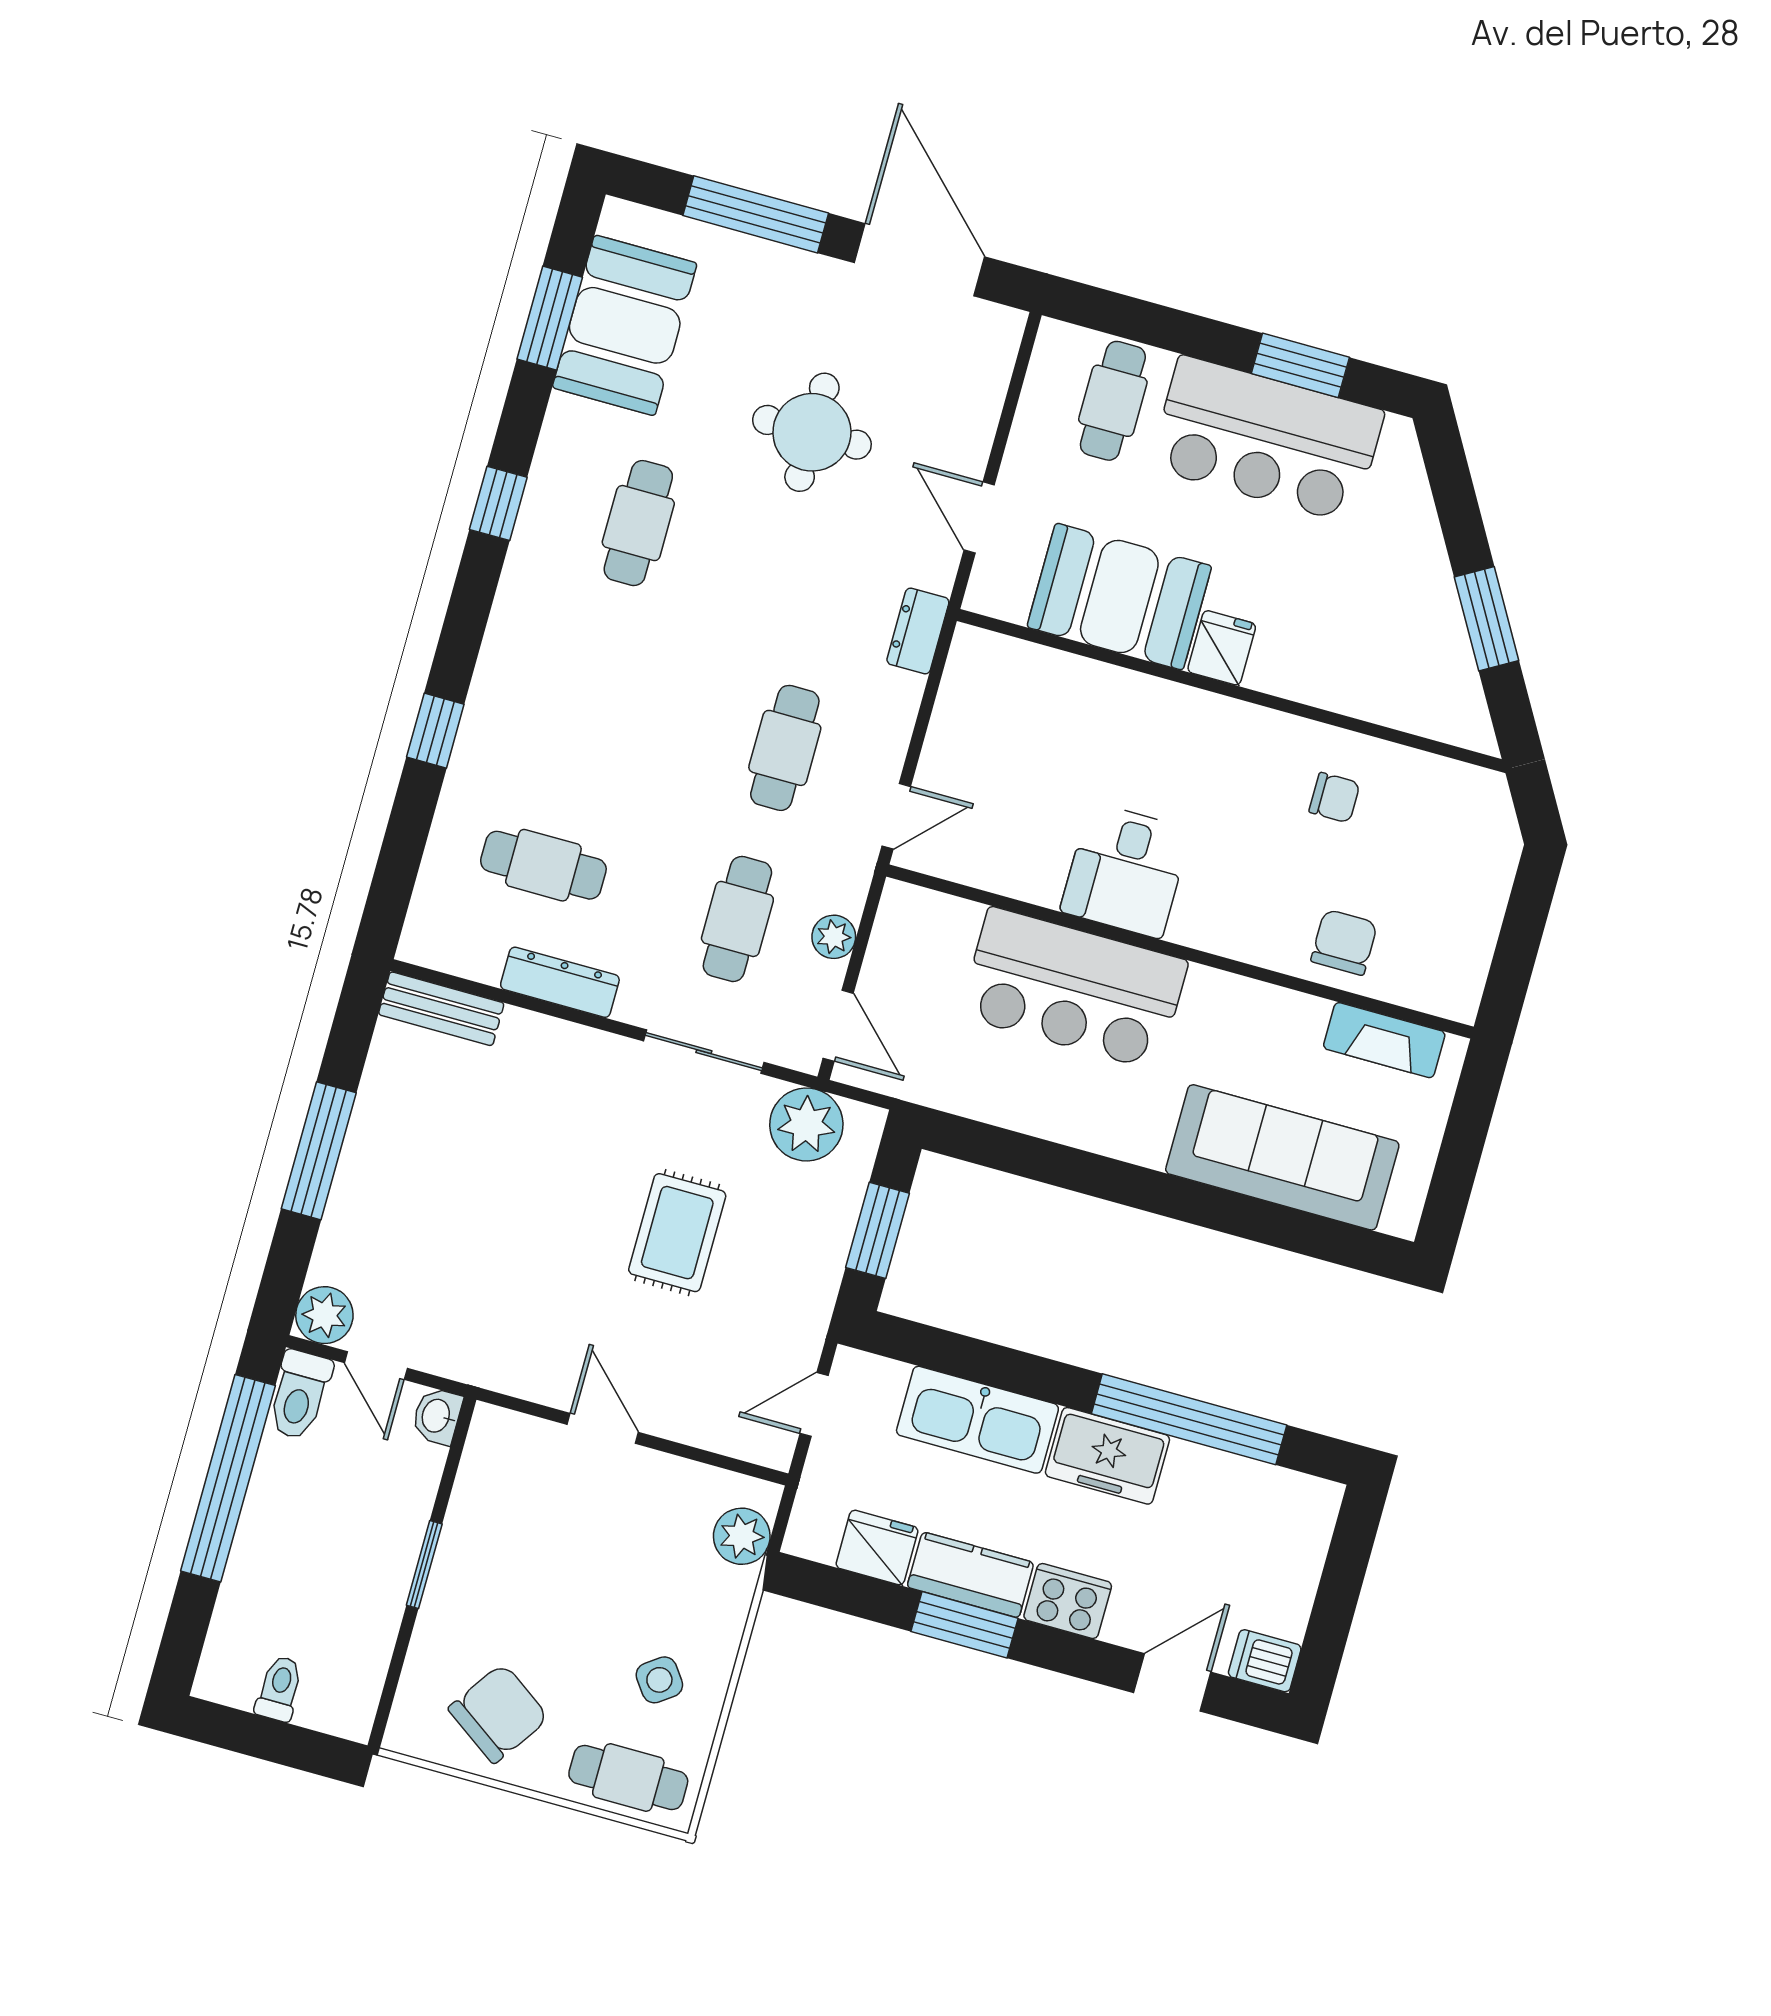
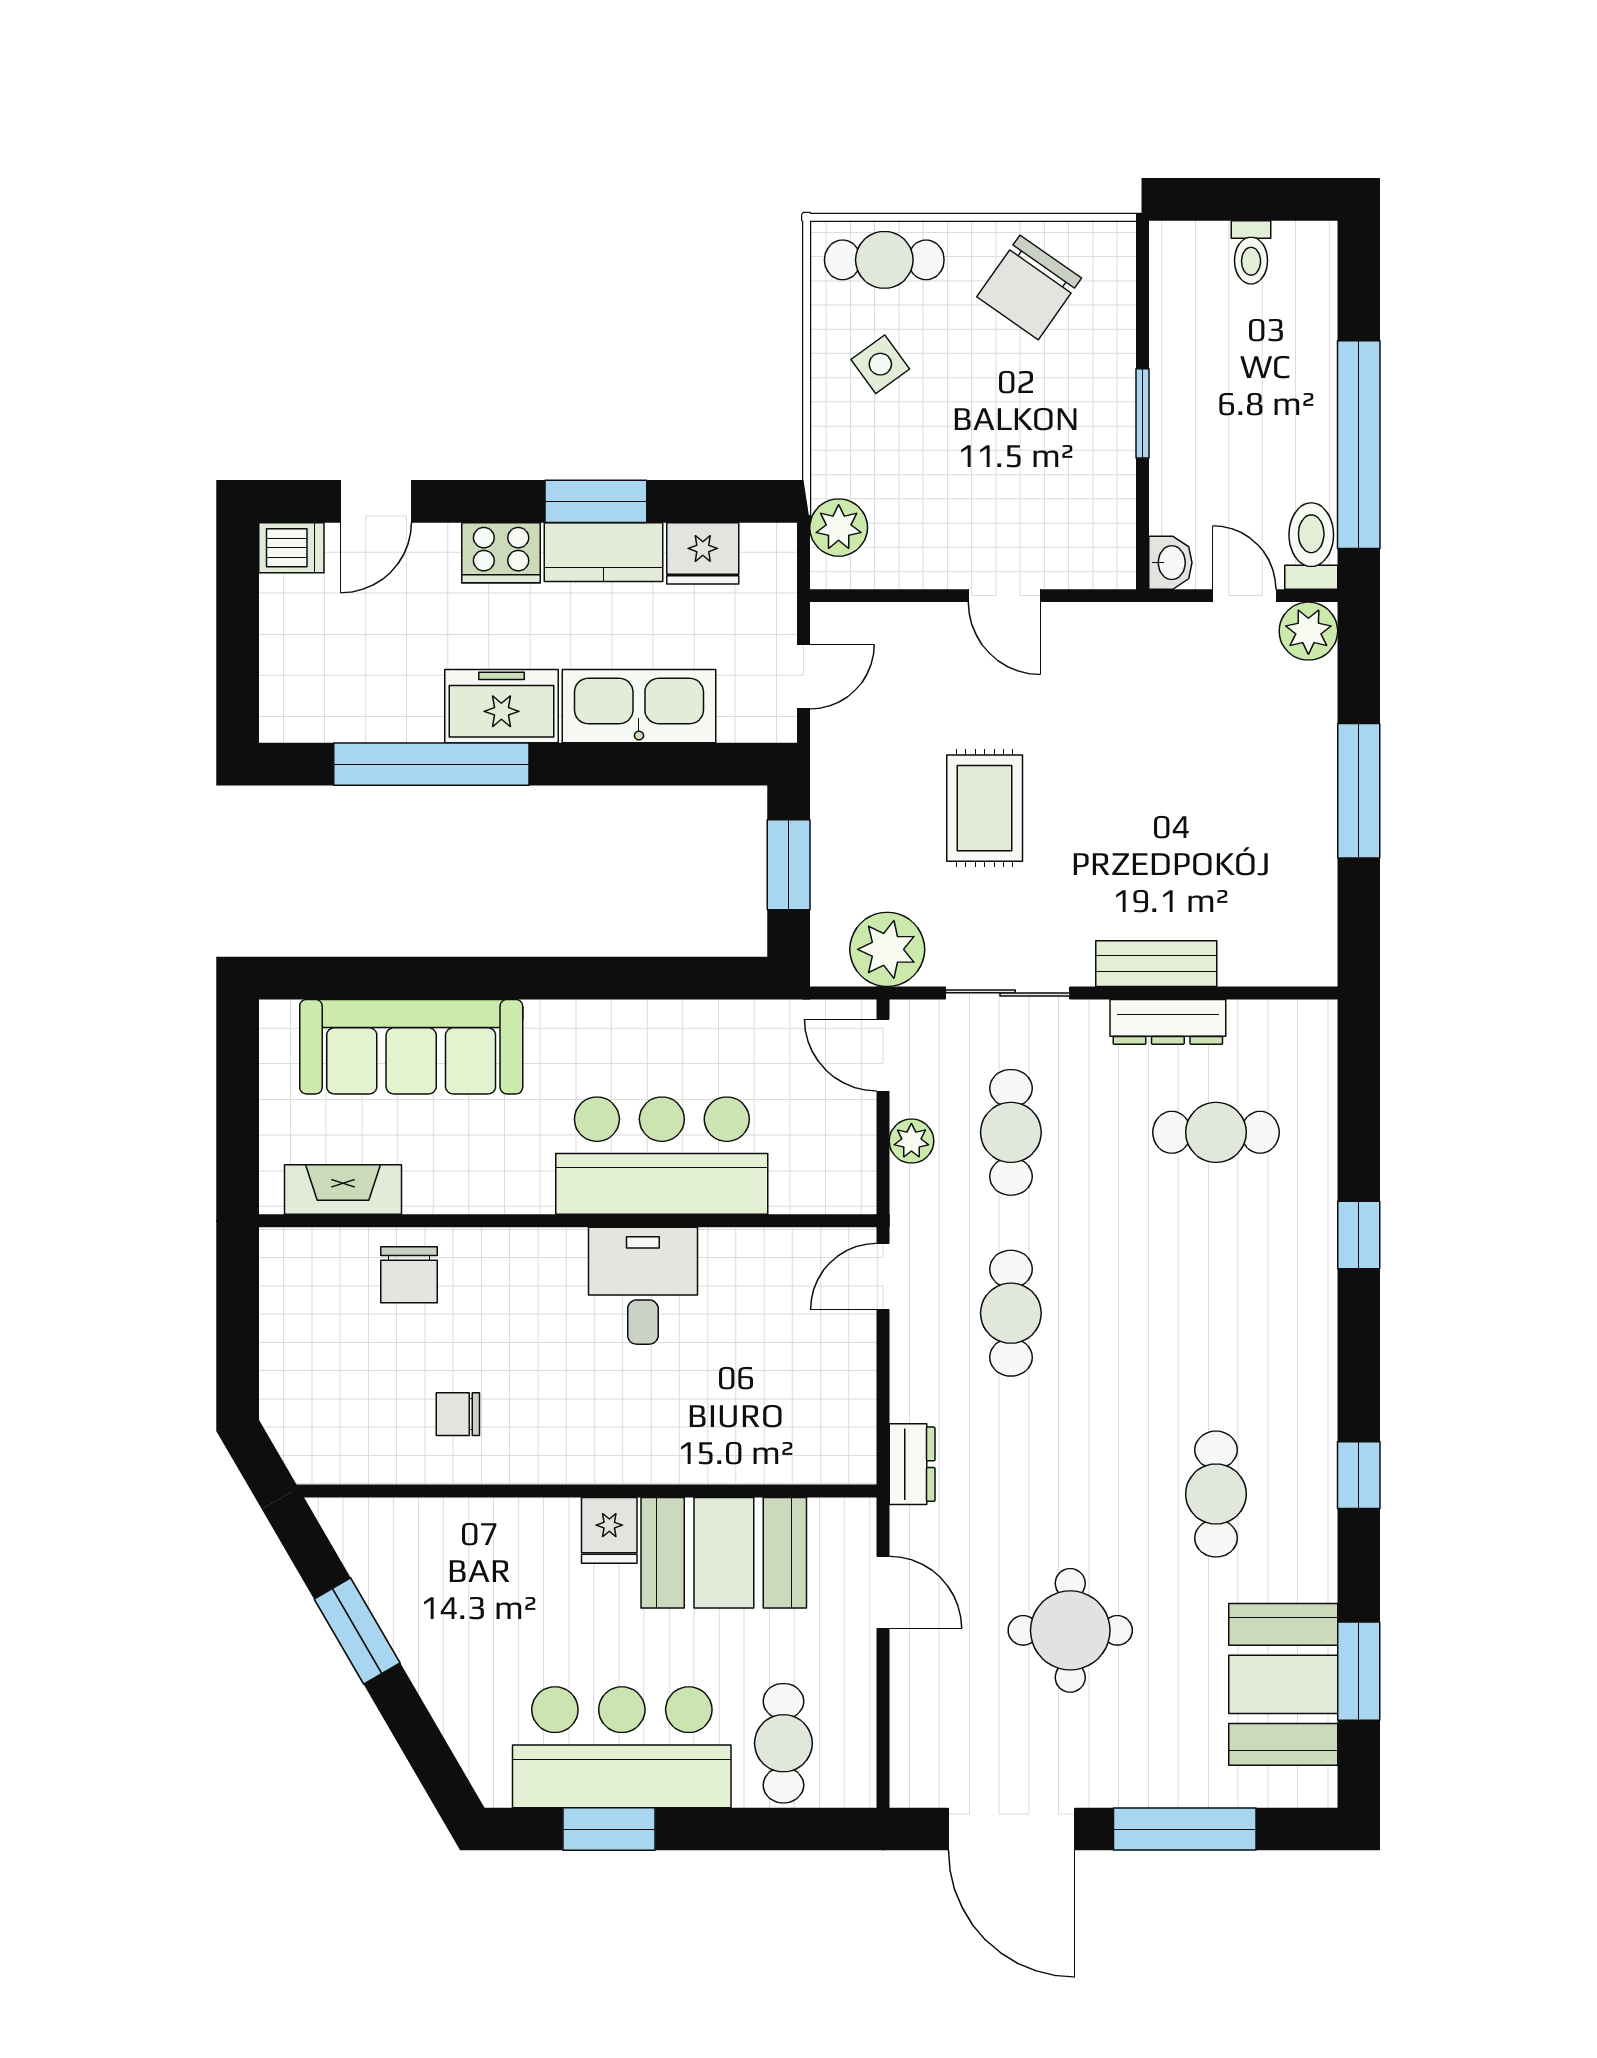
bench: (441, 1009) -> (1156, 964), moved

